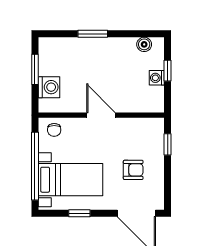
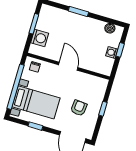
window: (168, 144) -> (103, 109), moved
armchair: (133, 170) -> (79, 108), turned -85

